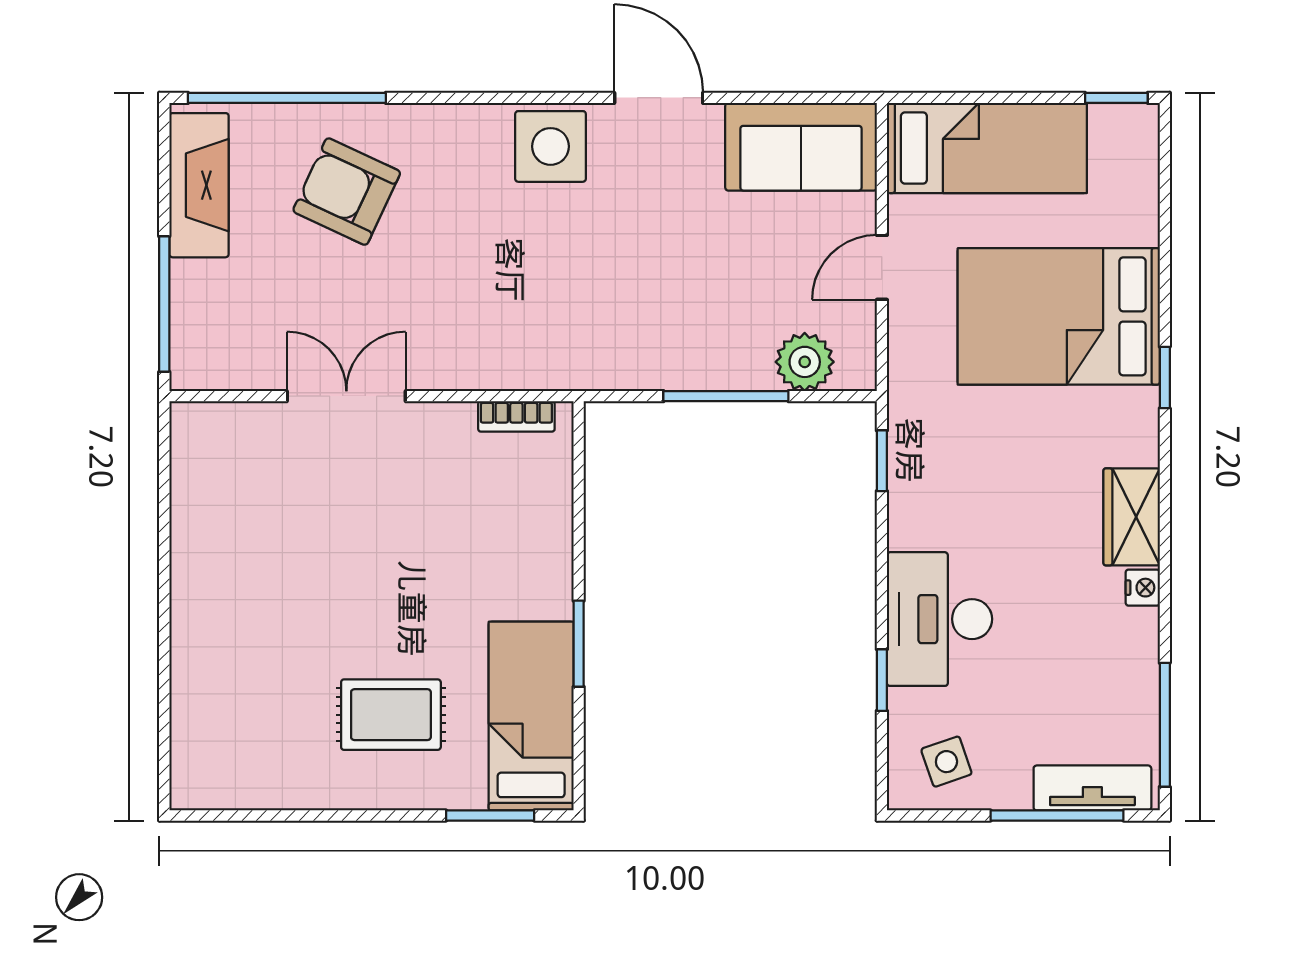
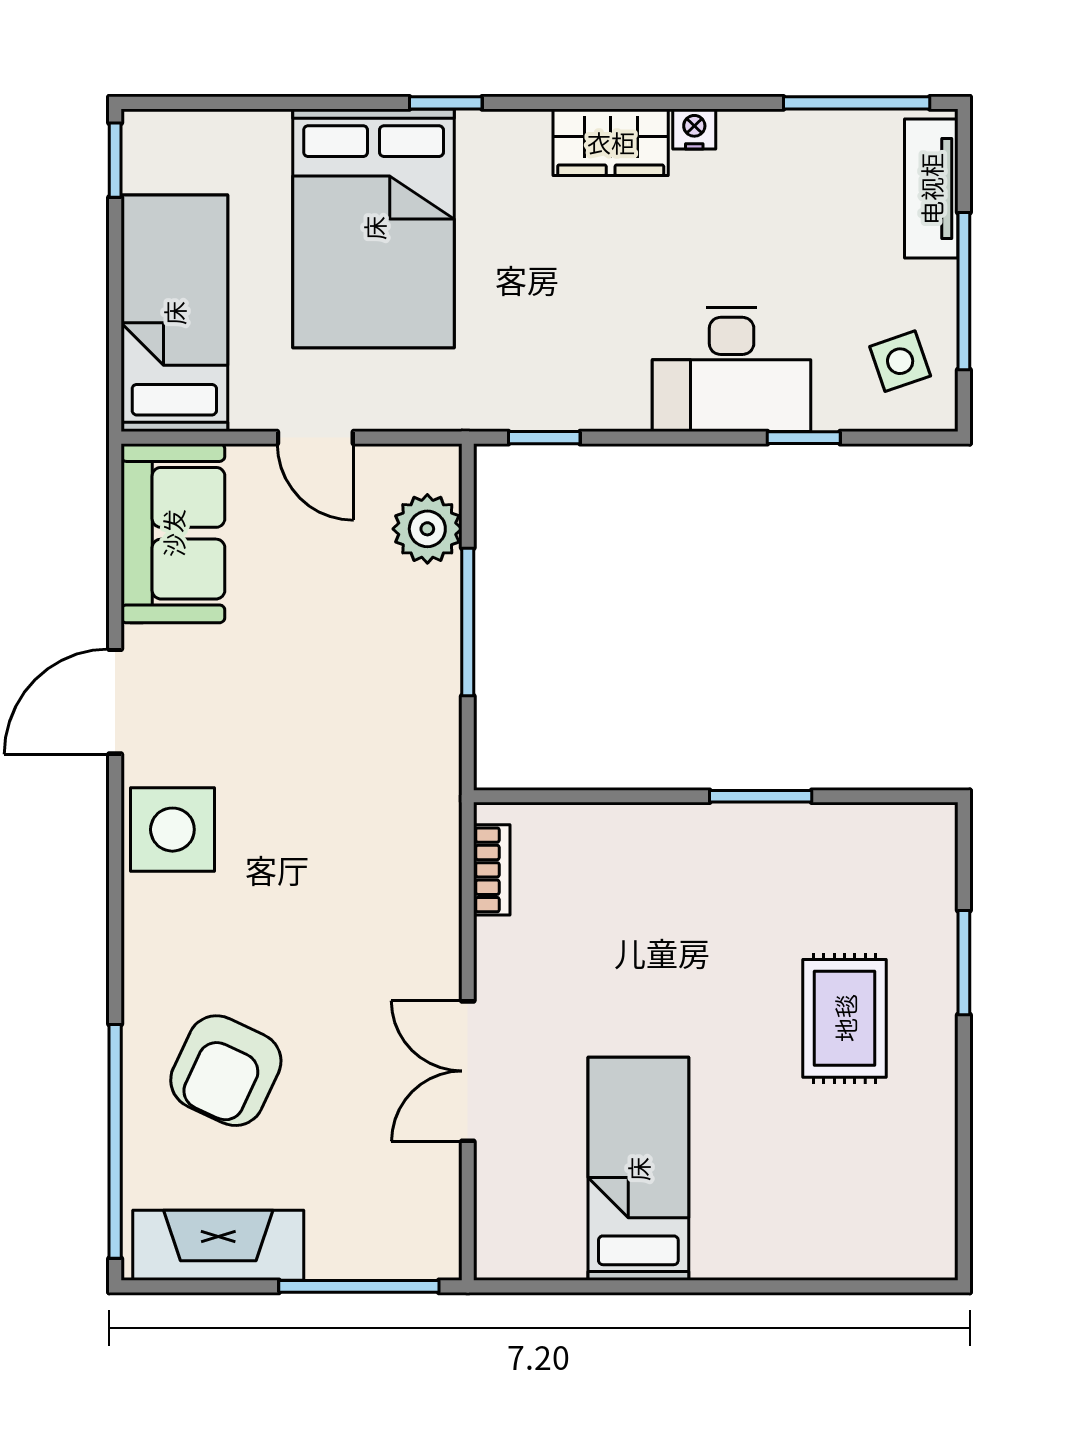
bed: (531, 716) -> (638, 1169), moved, turned 90
window: (490, 815) -> (964, 963), moved
window: (1057, 815) -> (964, 291), moved

